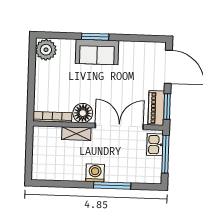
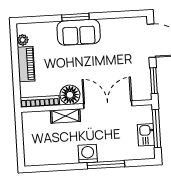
plant: (46, 50) -> (23, 40), width x0.53, depth x0.53
piano: (156, 108) -> (26, 64), moved, turned 180
kitchen sink: (155, 145) -> (146, 135), moved

